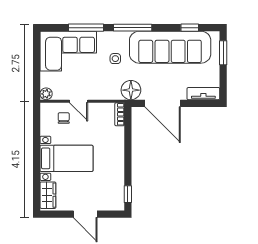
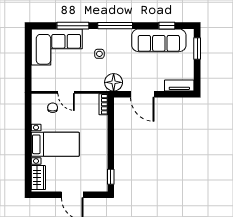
sofa: (170, 47) -> (159, 40), width x0.74, depth x0.79
plant: (46, 94) -> (37, 86), removed
door: (163, 103) -> (142, 94), width x0.73

